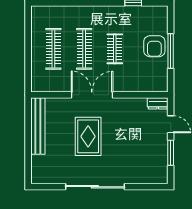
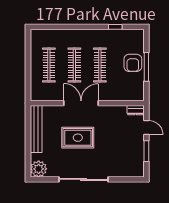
clothes rail: (115, 49) -> (100, 65), width x1.36
rug: (88, 136) -> (78, 138), turned 90
plant: (41, 174) -> (39, 169), added

